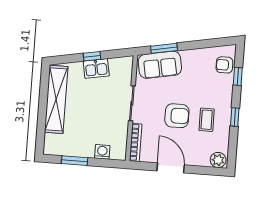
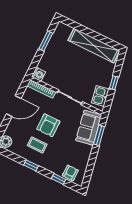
kitchen sink: (96, 68) -> (100, 96), moved
washing machine: (102, 152) -> (38, 74), moved

